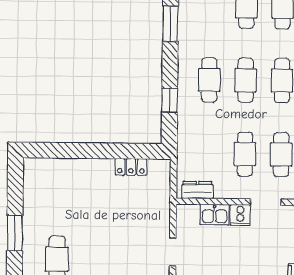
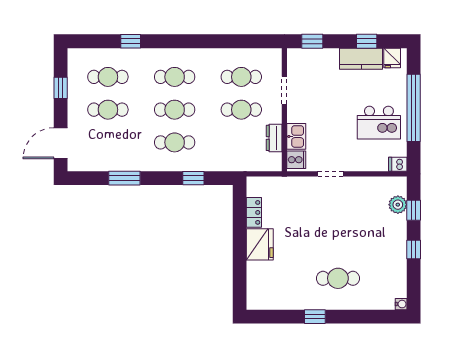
fridge: (95, 173) -> (260, 244), added
dresser: (197, 190) -> (274, 138), moved
cooker: (240, 215) -> (296, 160), moved
window: (15, 233) -> (315, 317), width x0.67

